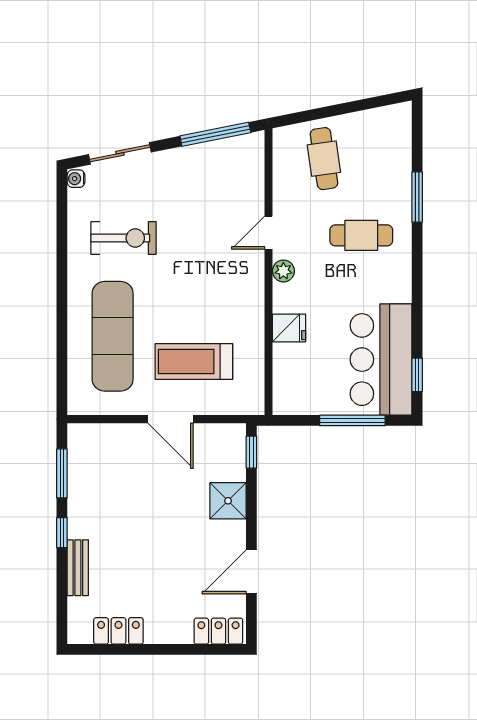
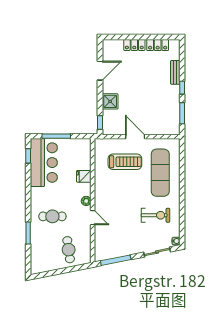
door: (269, 233) -> (93, 218), hinge flipped
exercise bike: (123, 238) -> (155, 215), turned 180
locker: (218, 631) -> (134, 45), moved

